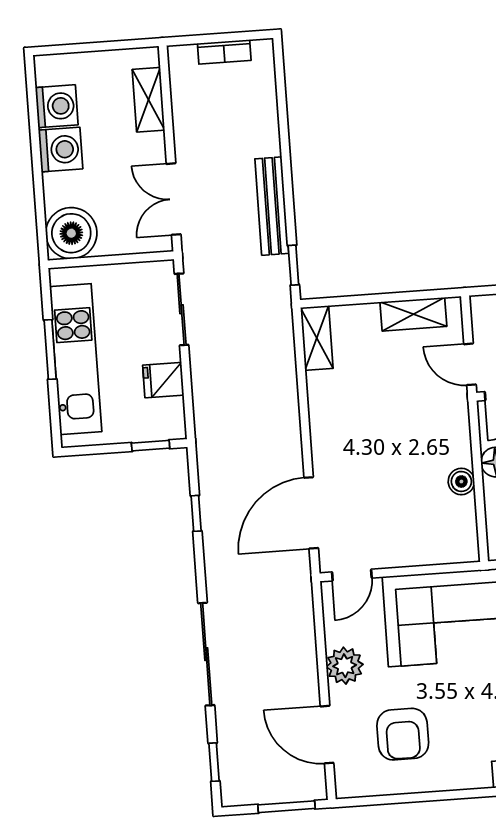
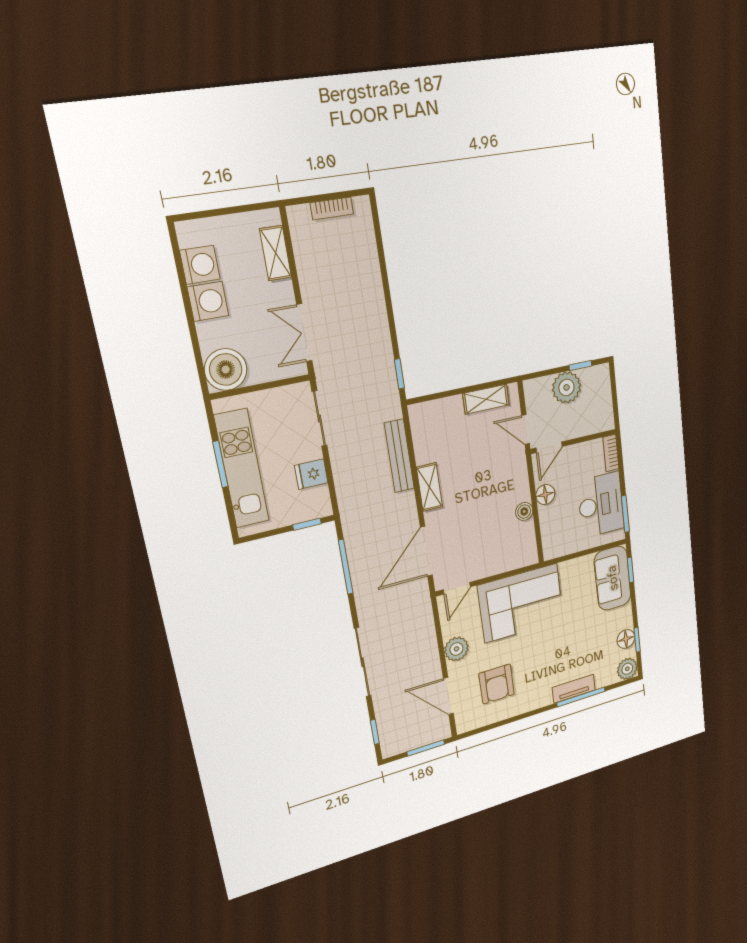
bench: (272, 206) -> (399, 456), moved
shelving: (317, 338) -> (429, 487), moved
window: (196, 513) -> (346, 567), width x2.17

